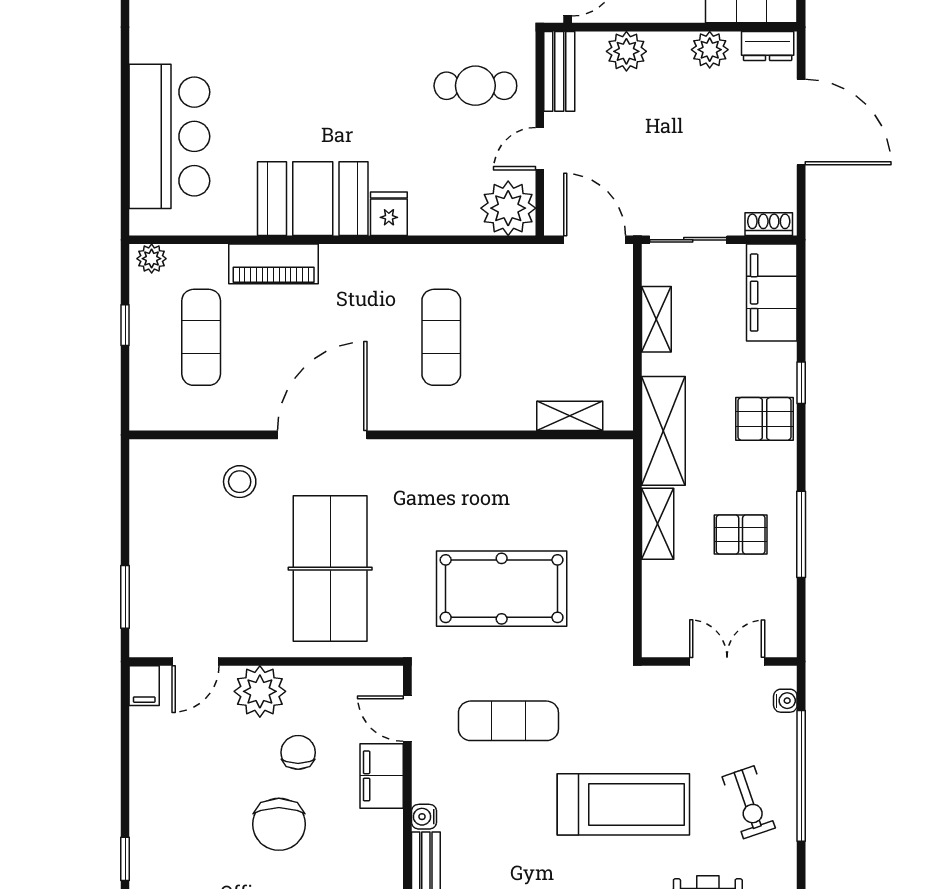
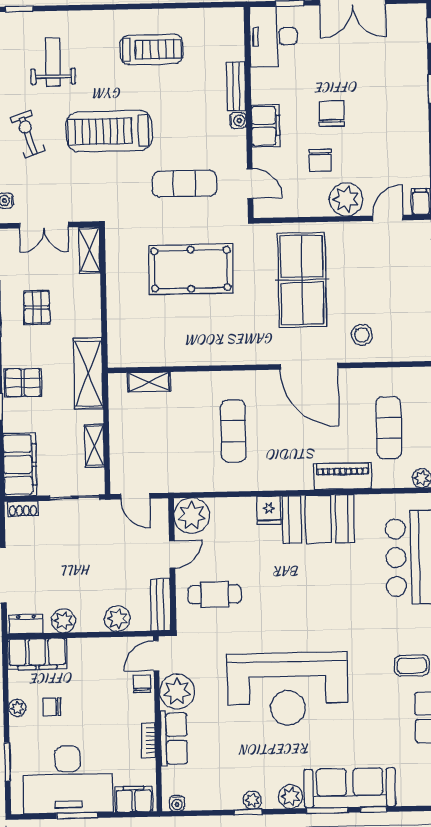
door: (595, 240) -> (135, 496), width x0.73
door: (322, 435) -> (309, 366), hinge flipped
shelving: (658, 524) -> (89, 250), moved
pallet: (741, 534) -> (37, 307), turned 90
filing cabinet: (382, 776) -> (266, 126), moved
chair: (279, 824) -> (332, 114), width x0.73, depth x0.73

